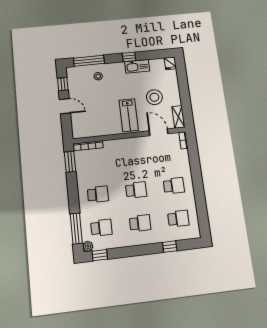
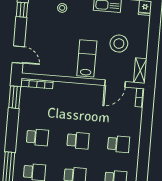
door: (65, 106) -> (18, 55), moved
lab bench: (129, 115) -> (87, 58), turned 180
door: (159, 132) -> (115, 84), swing flipped

